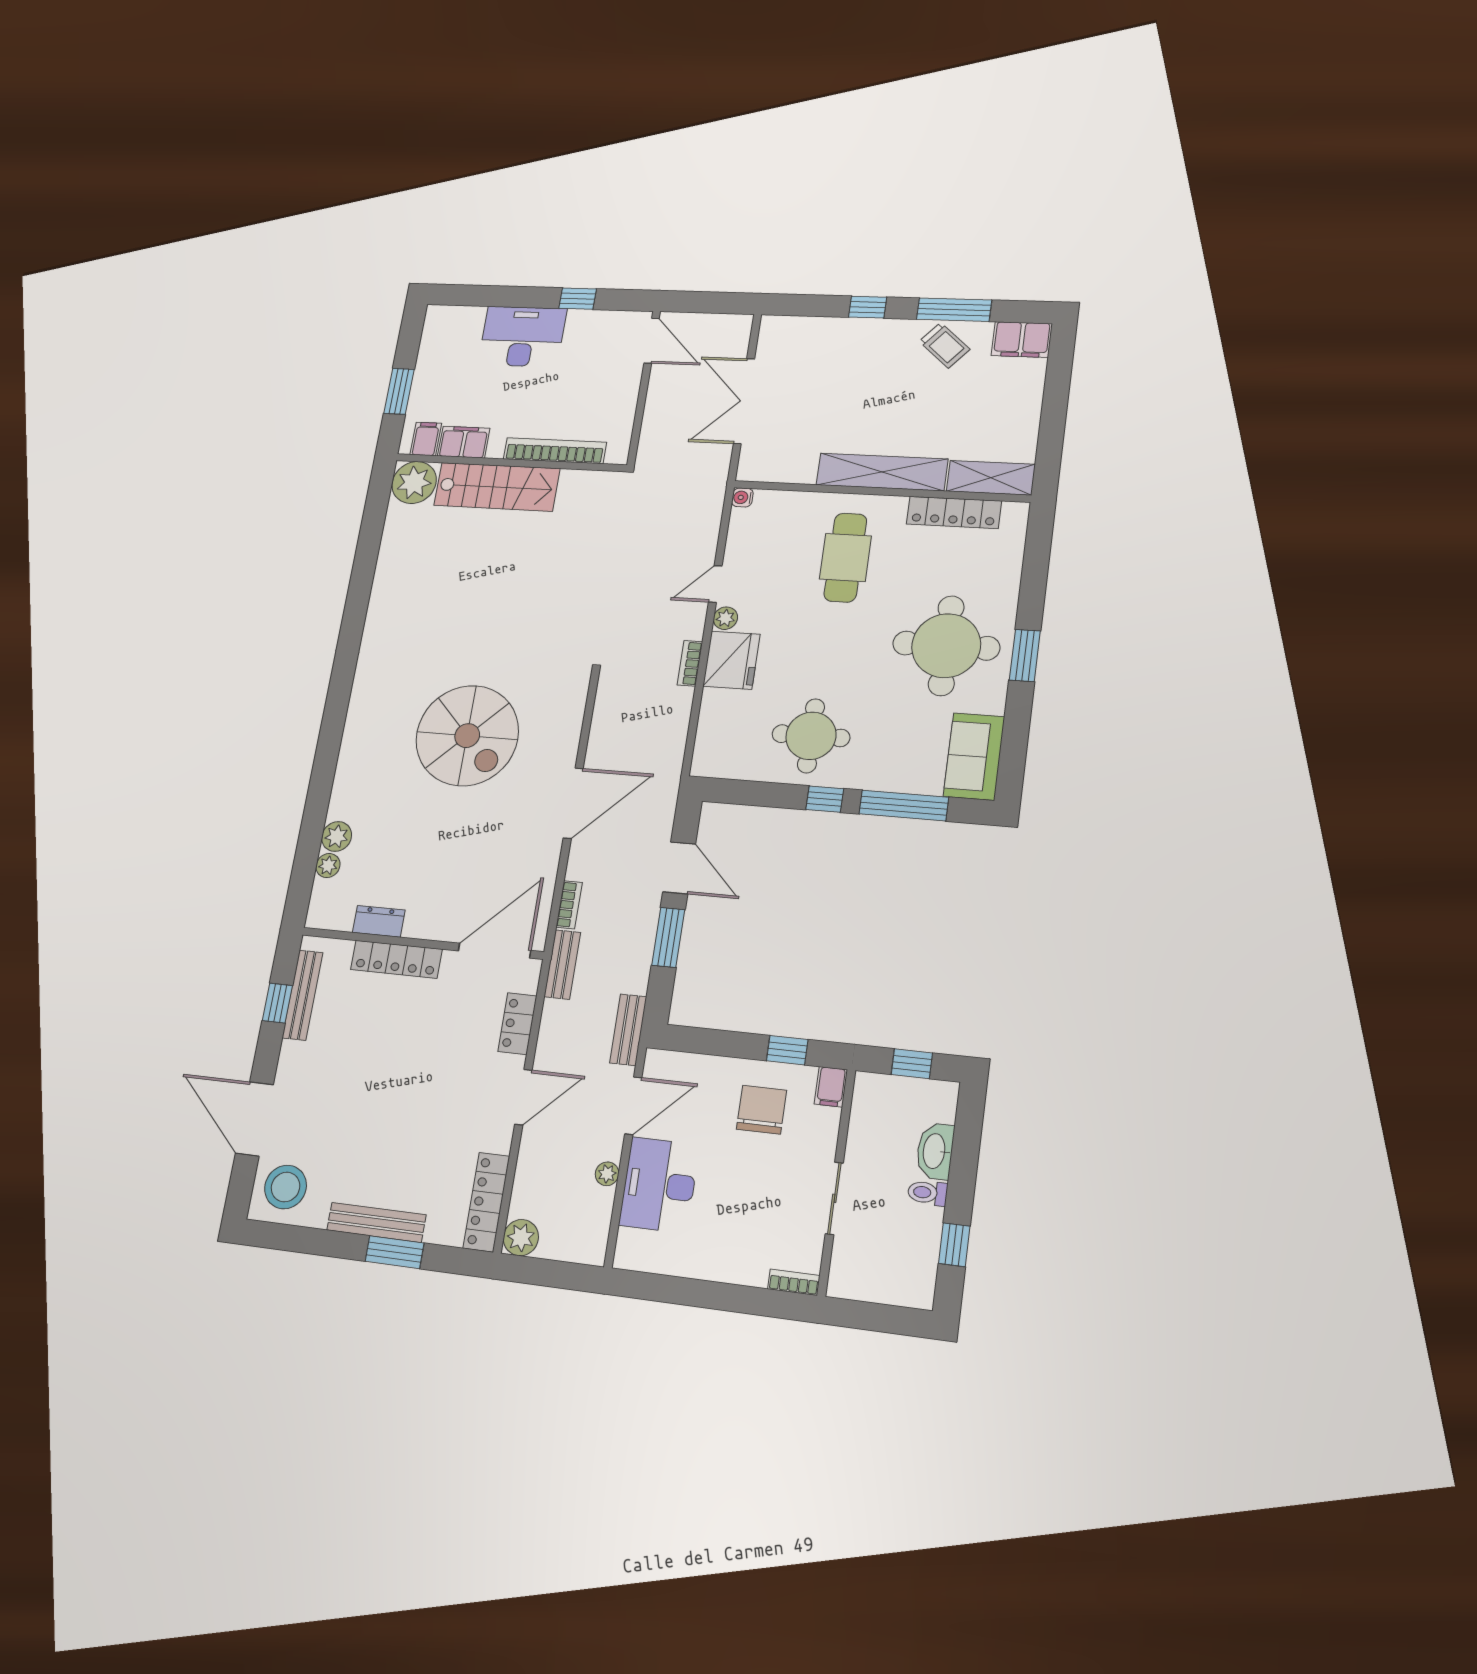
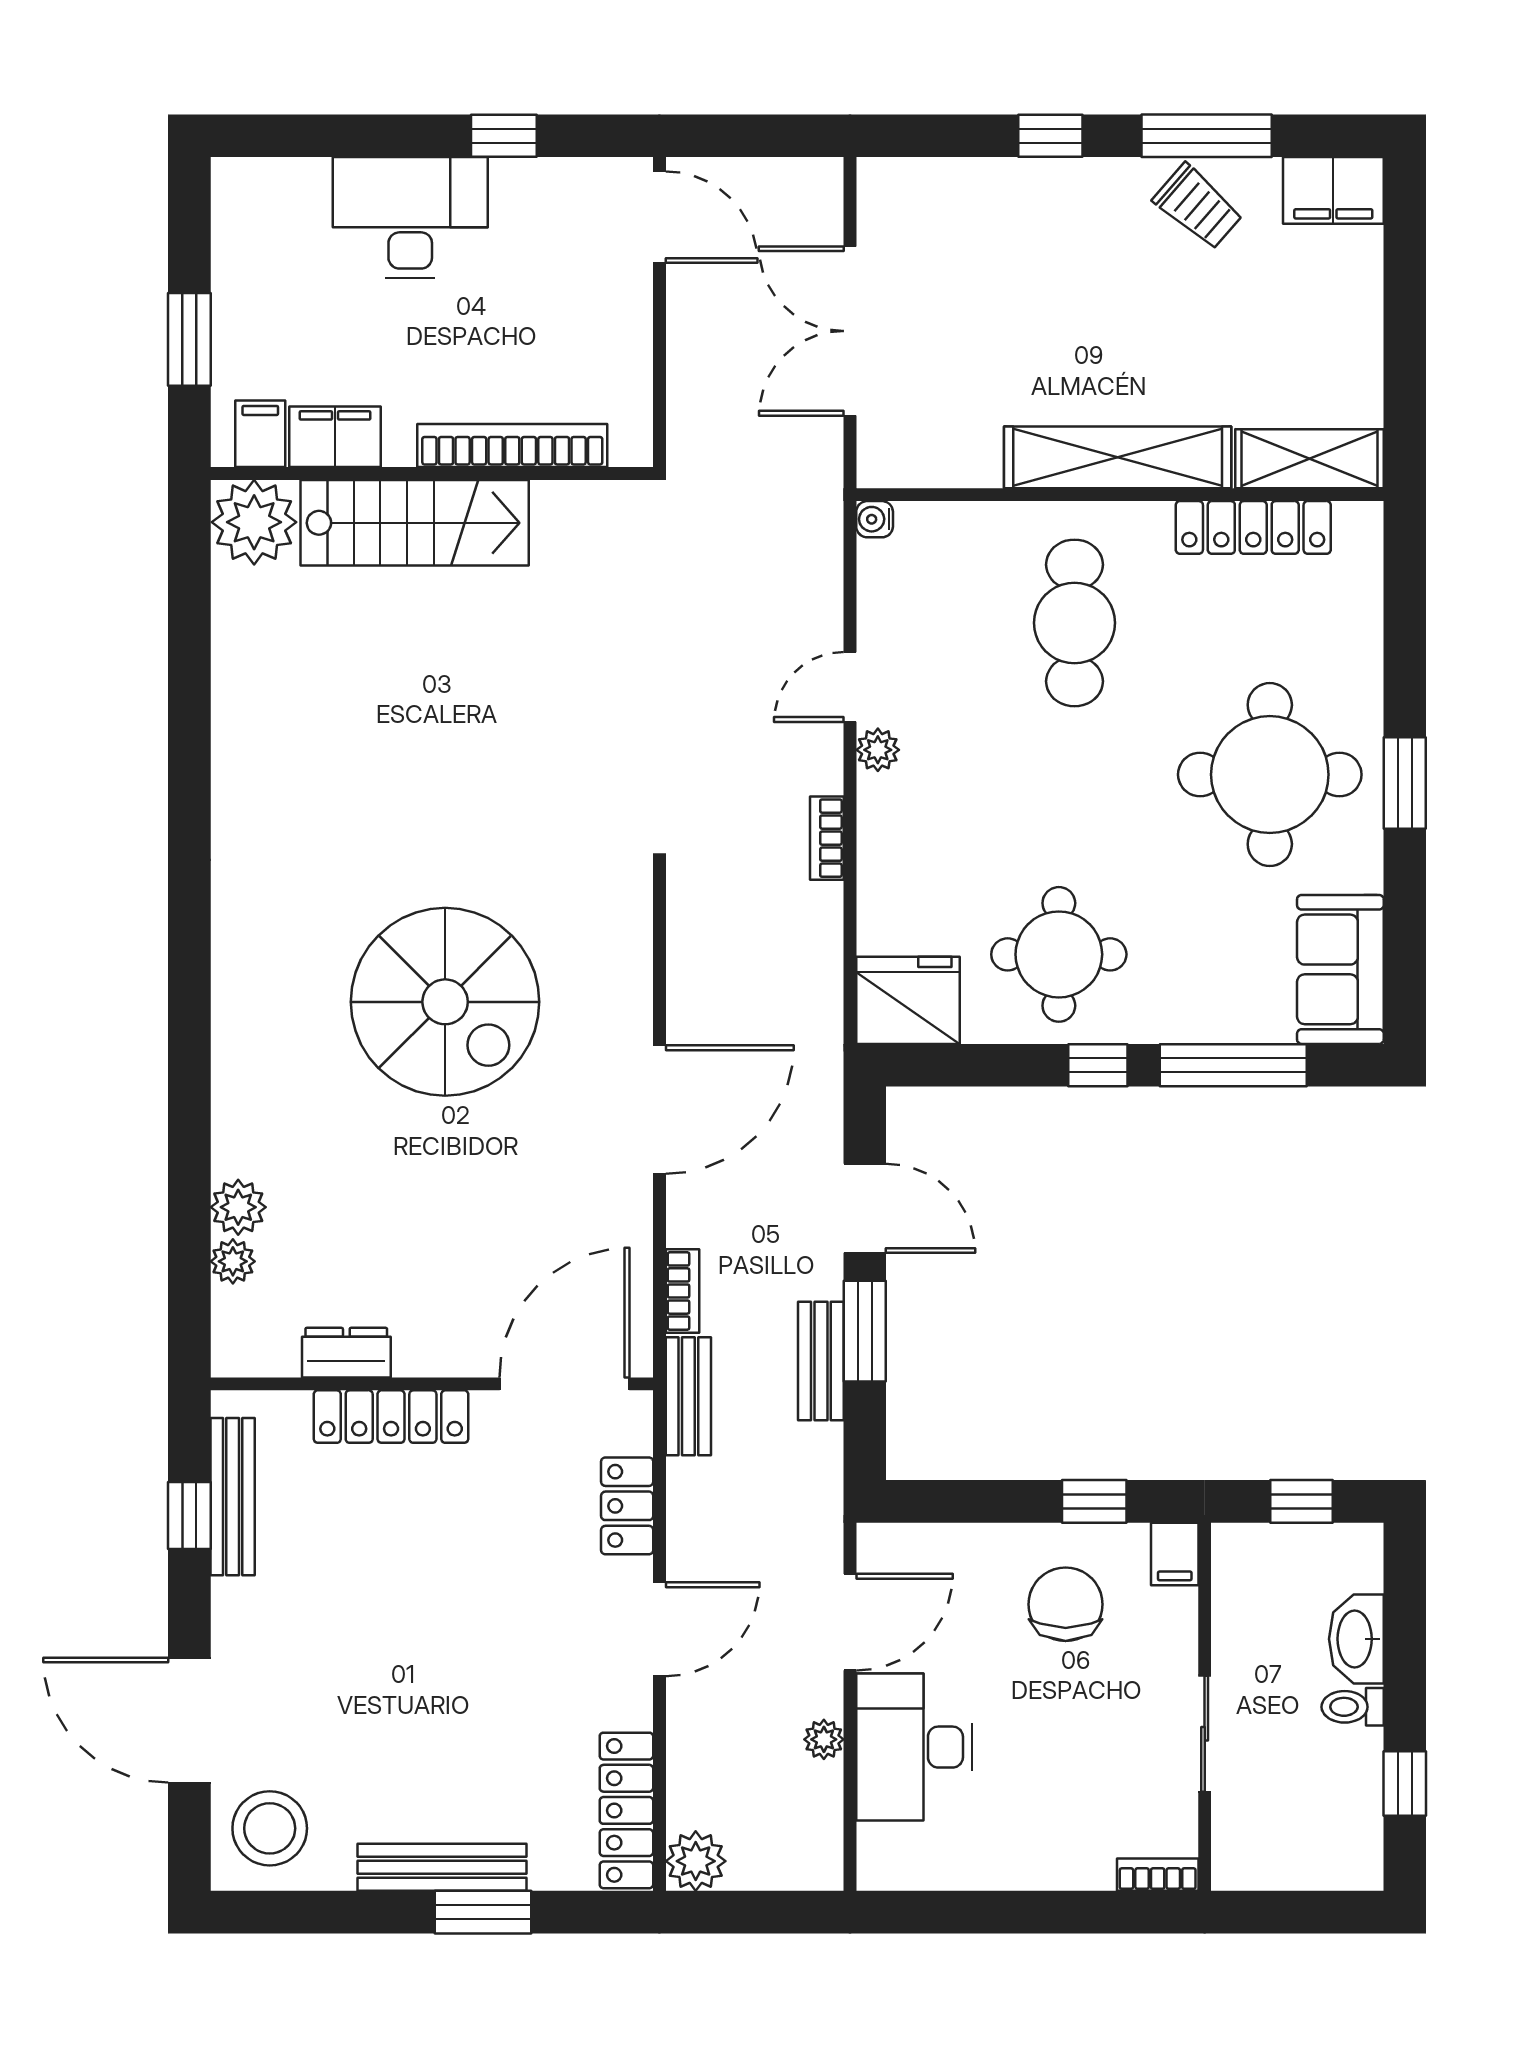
fridge: (731, 660) -> (908, 1000), moved, turned -90
bench: (628, 1030) -> (821, 1361), moved

